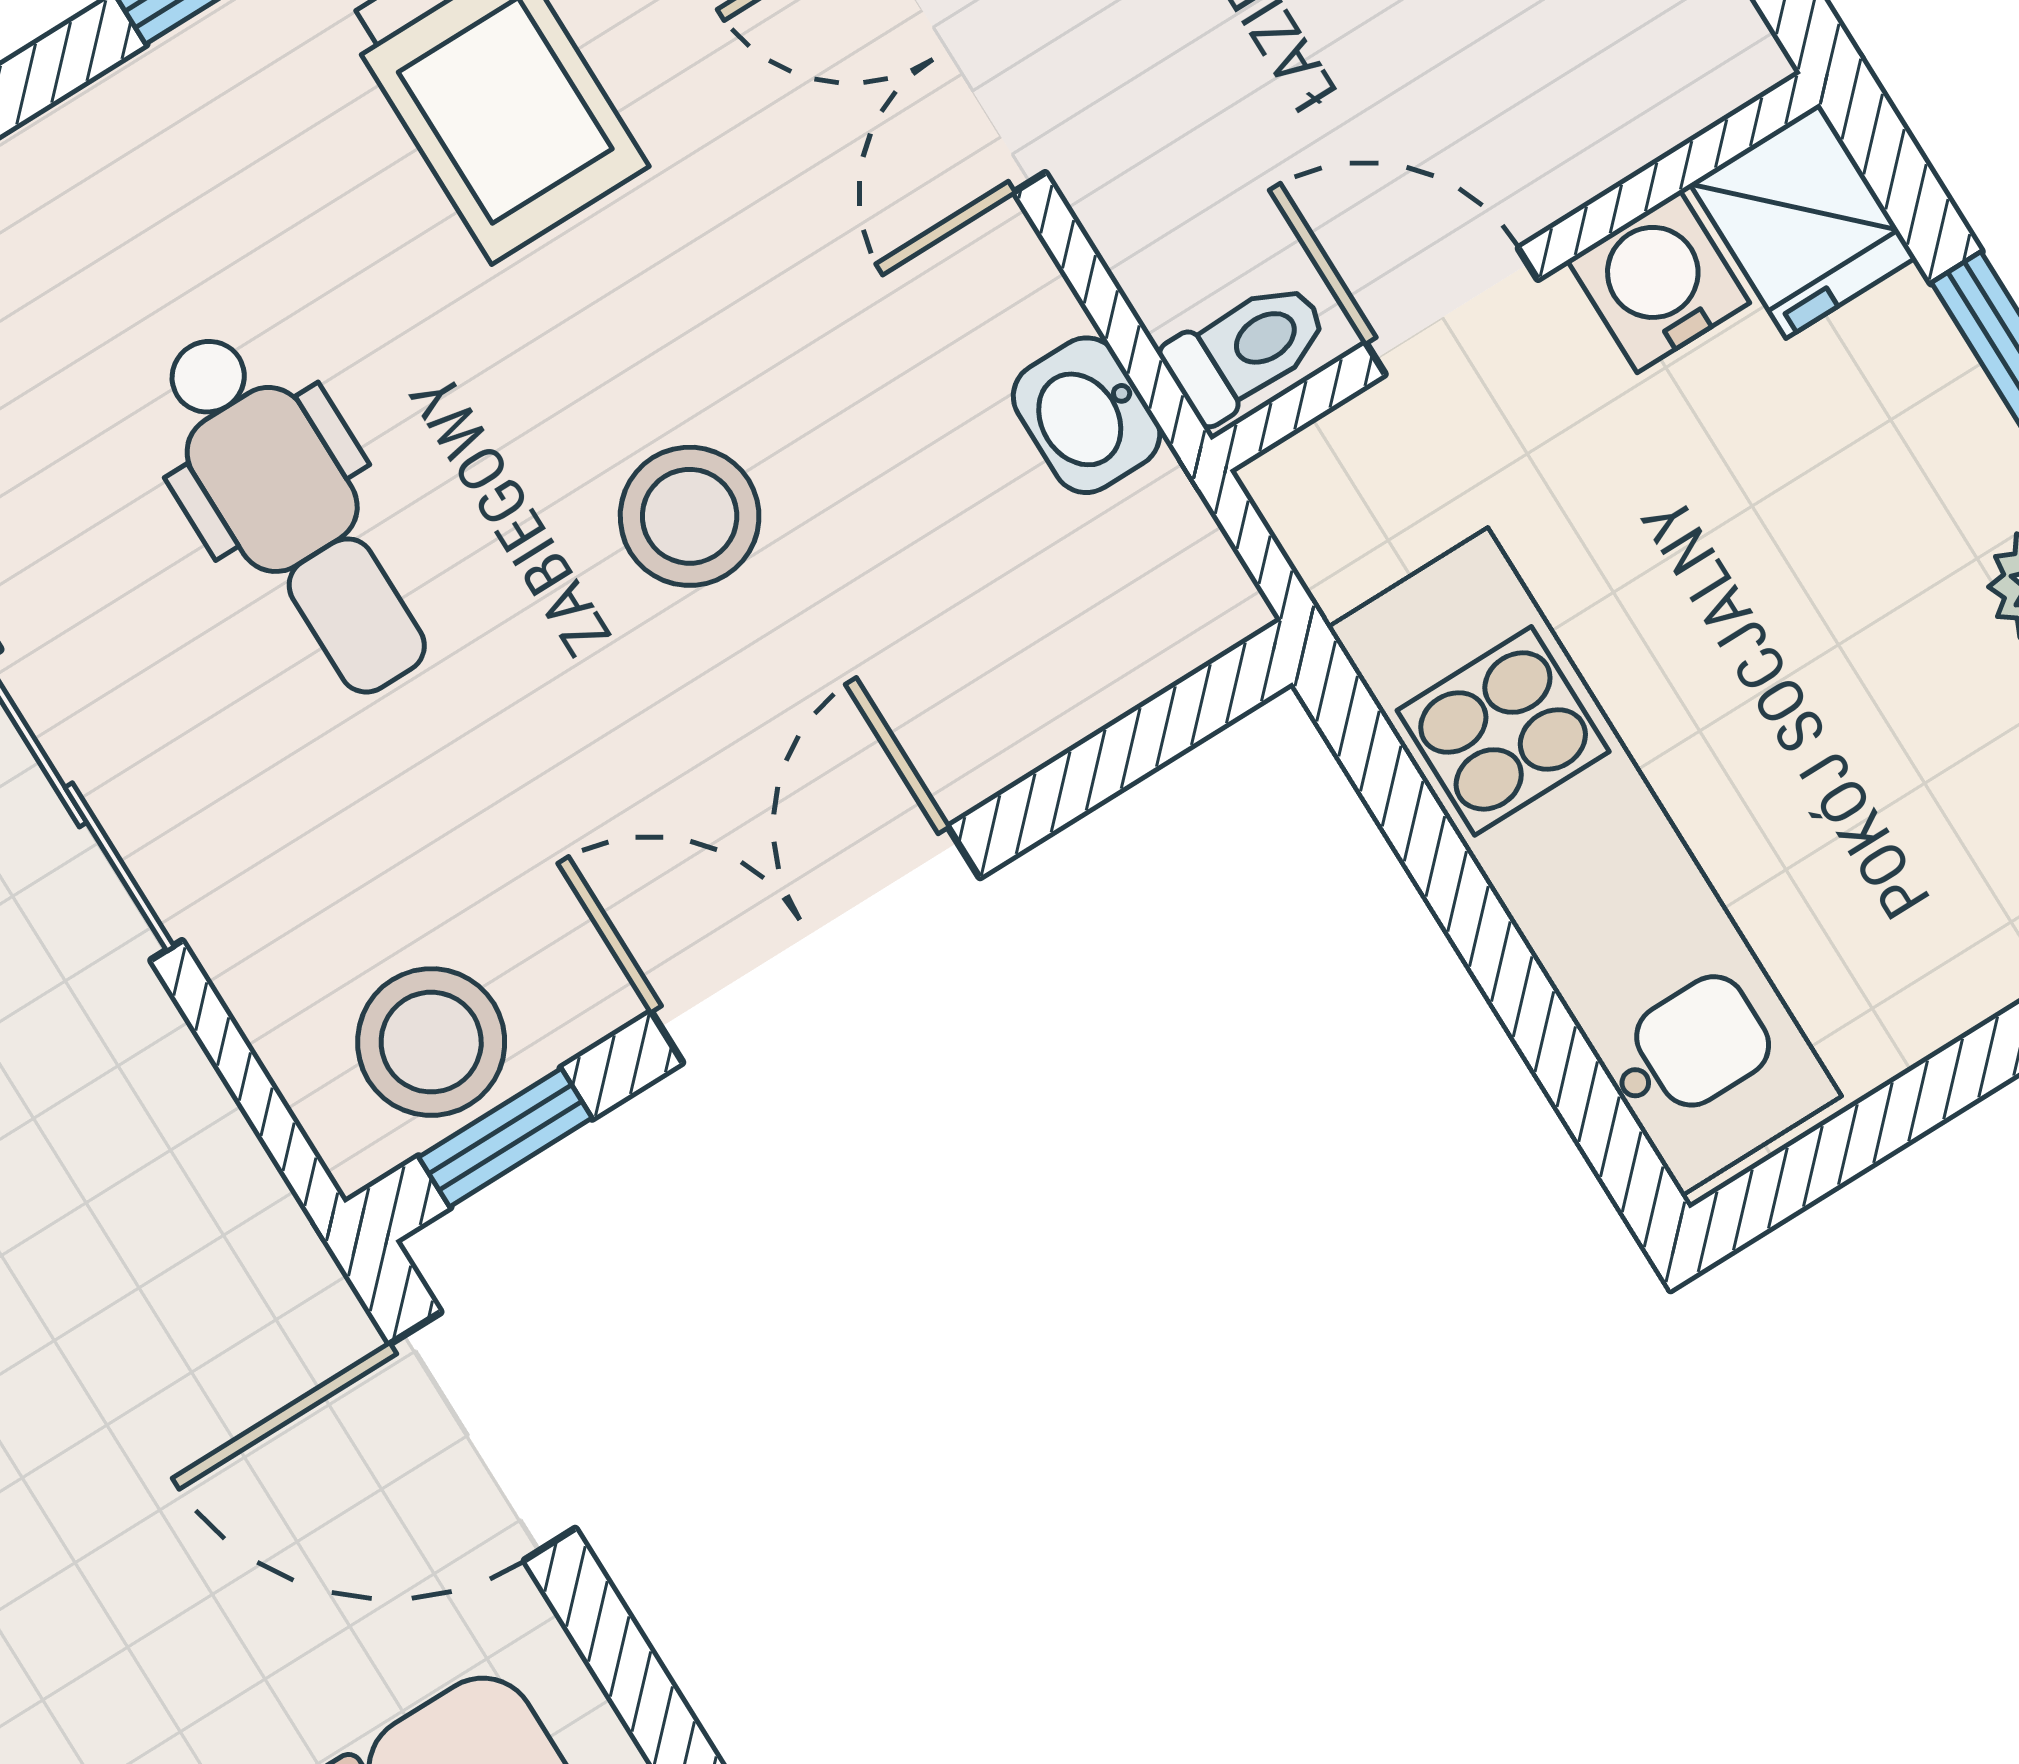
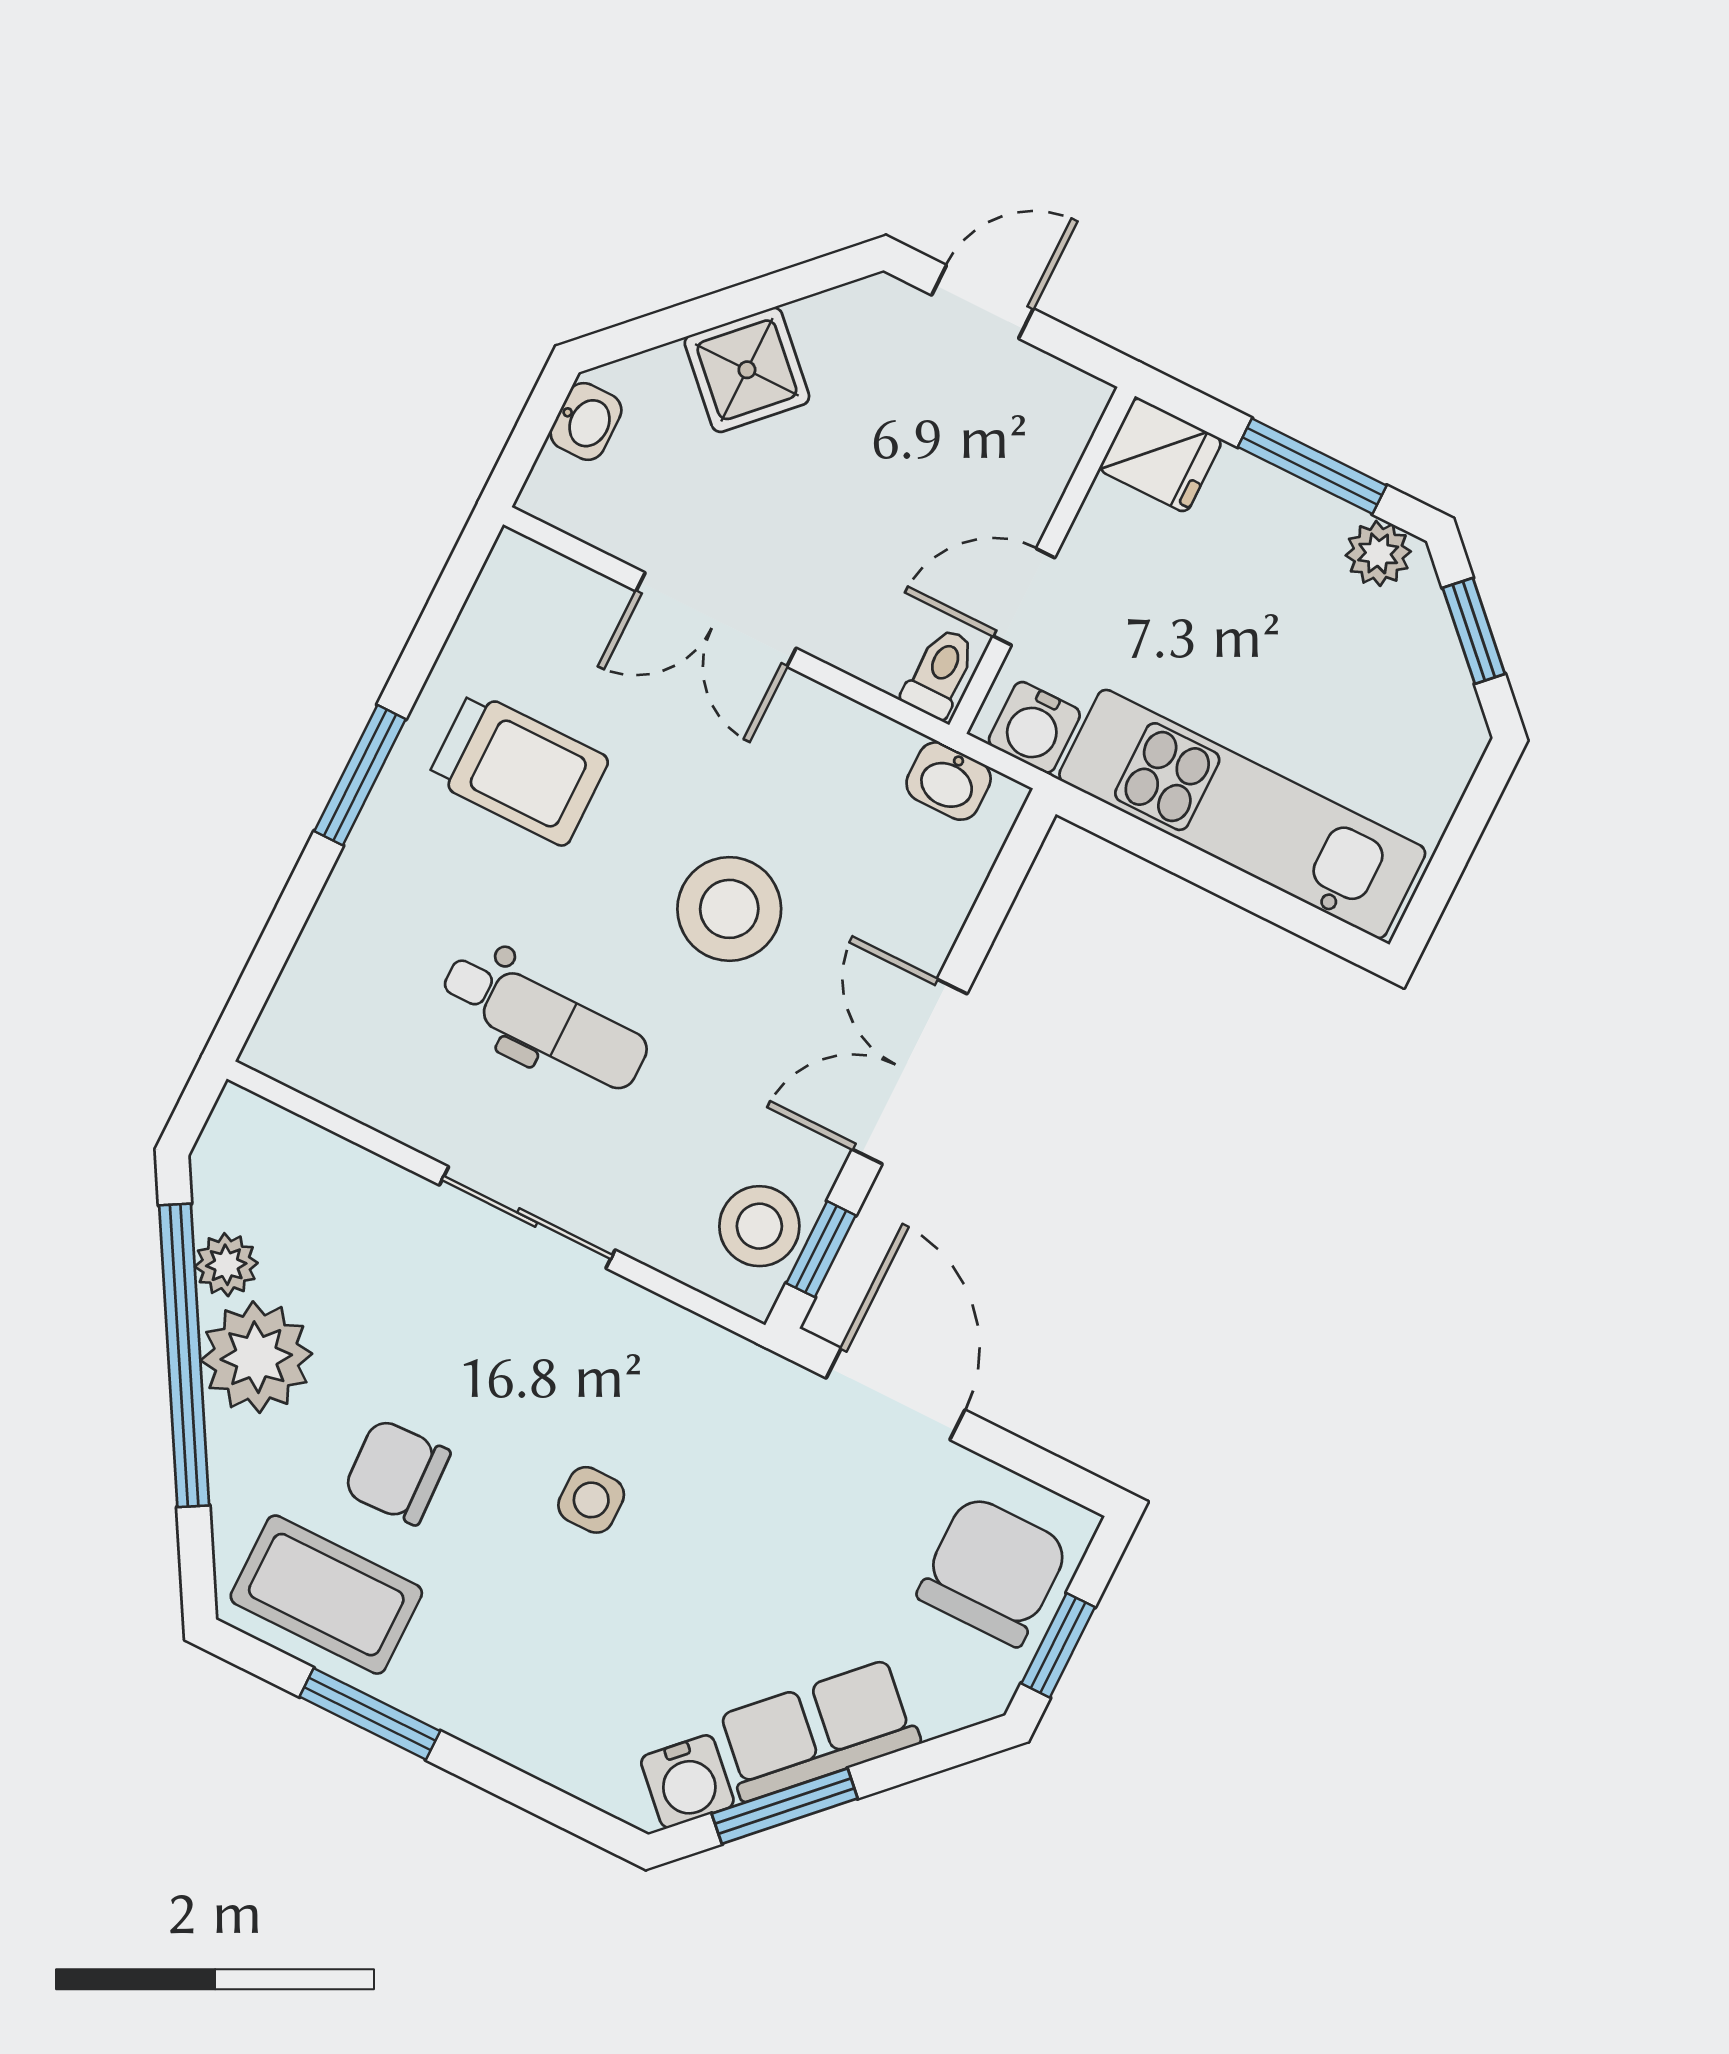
water cooler: (1658, 281) -> (1034, 727), moved, turned -90
washbasin: (1087, 415) -> (949, 781), moved
stool: (690, 516) -> (729, 909), width x1.38, depth x1.38
door: (483, 1436) -> (895, 1394), swing flipped

